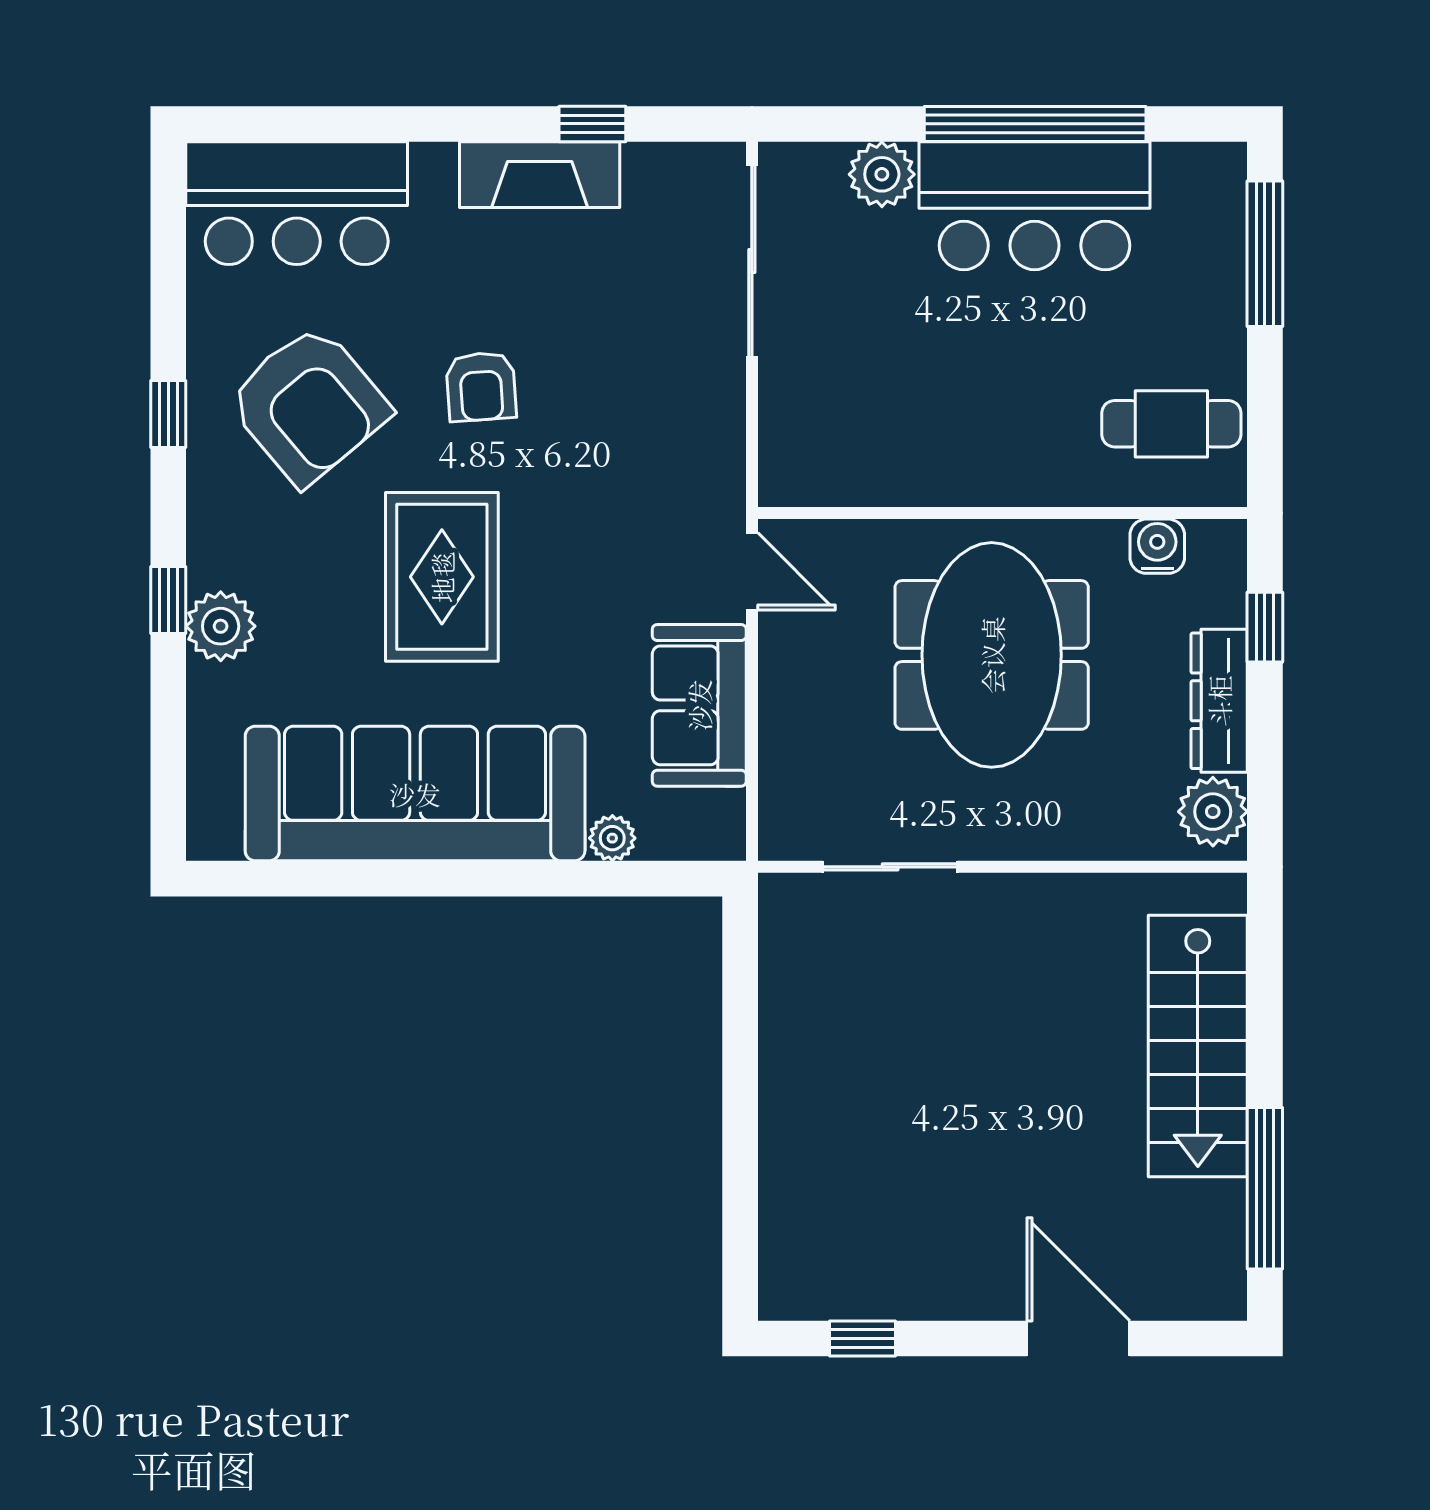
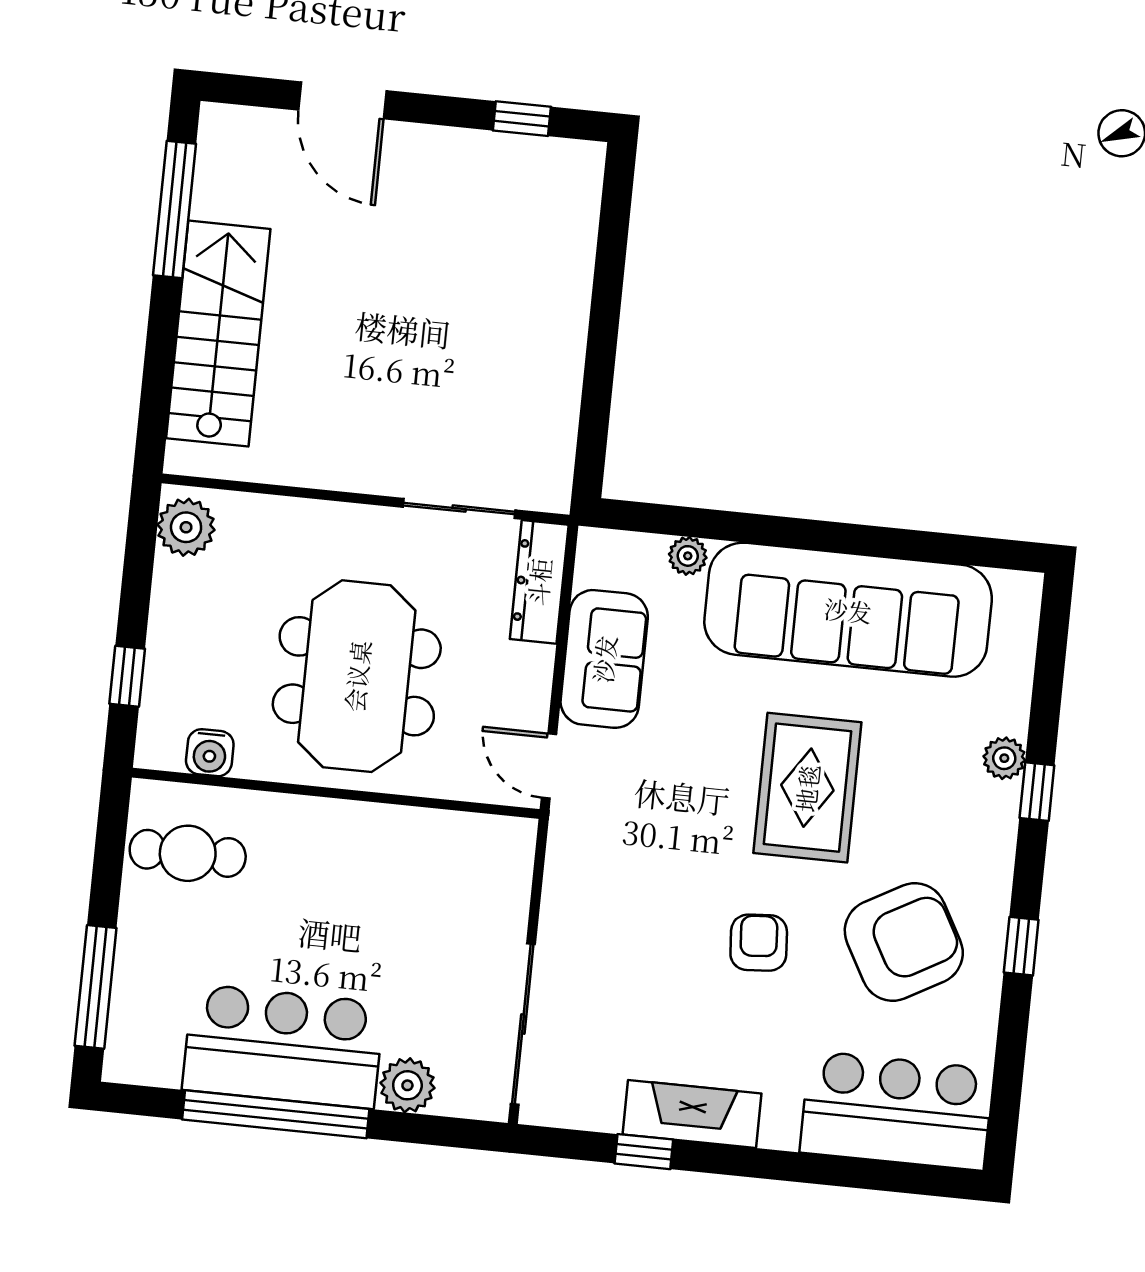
armchair: (309, 405) -> (904, 942), turned 101
plant: (221, 626) -> (1004, 758), width x0.73, depth x0.73
dresser: (1219, 701) -> (539, 582), moved, turned 180

